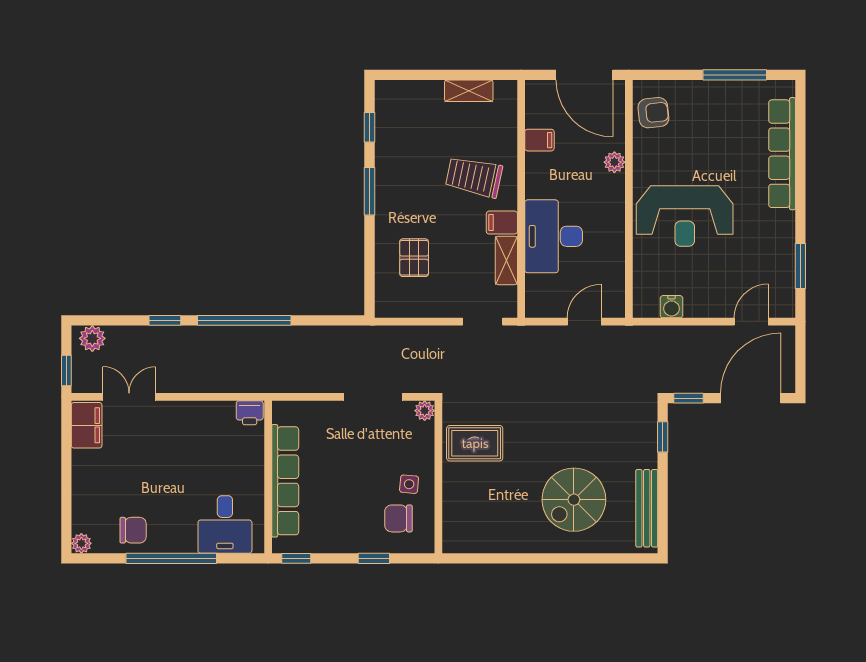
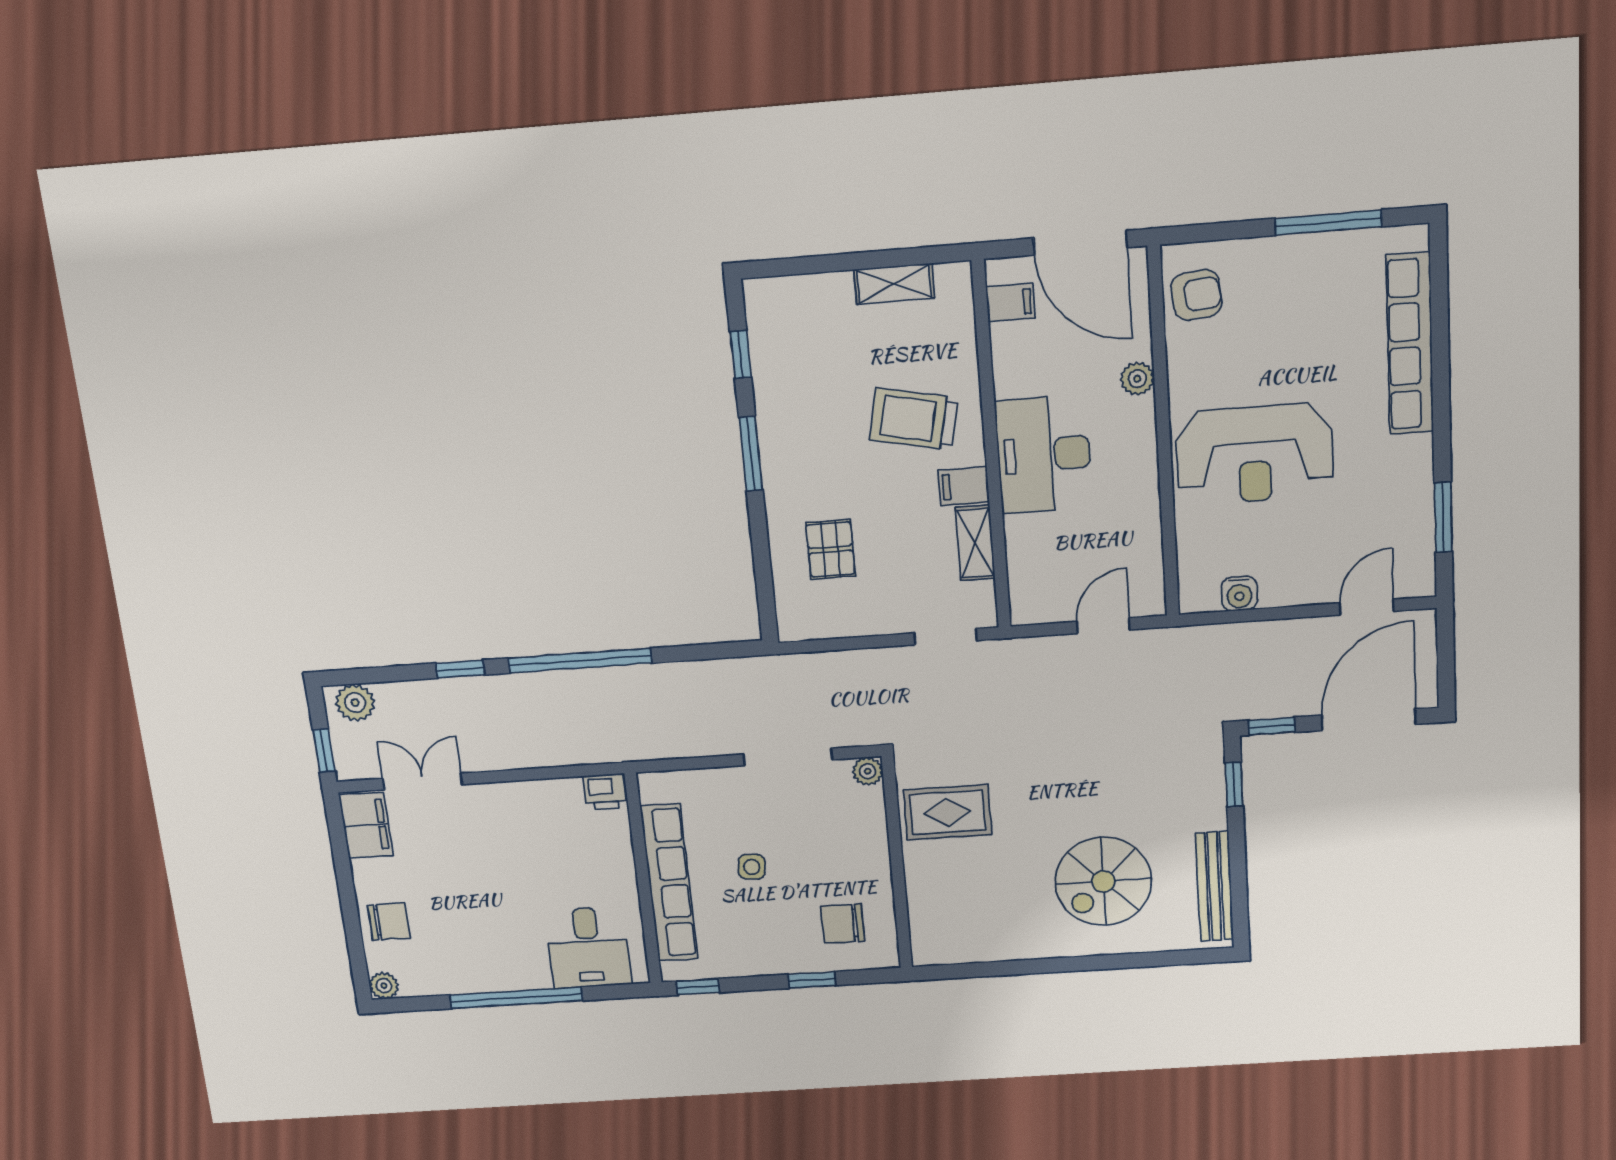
filing cabinet: (539, 140) -> (1011, 303), moved
desk: (554, 236) -> (1044, 454), moved
side table: (409, 484) -> (752, 867), moved
chair: (133, 530) -> (389, 922), moved

